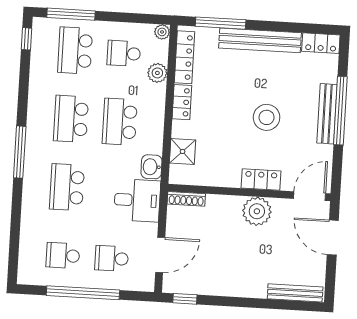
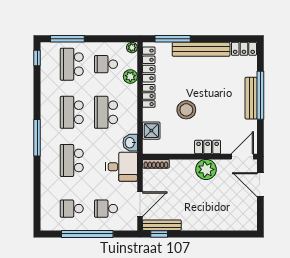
stool: (267, 117) -> (186, 110), moved
bench: (295, 293) -> (162, 225), moved

